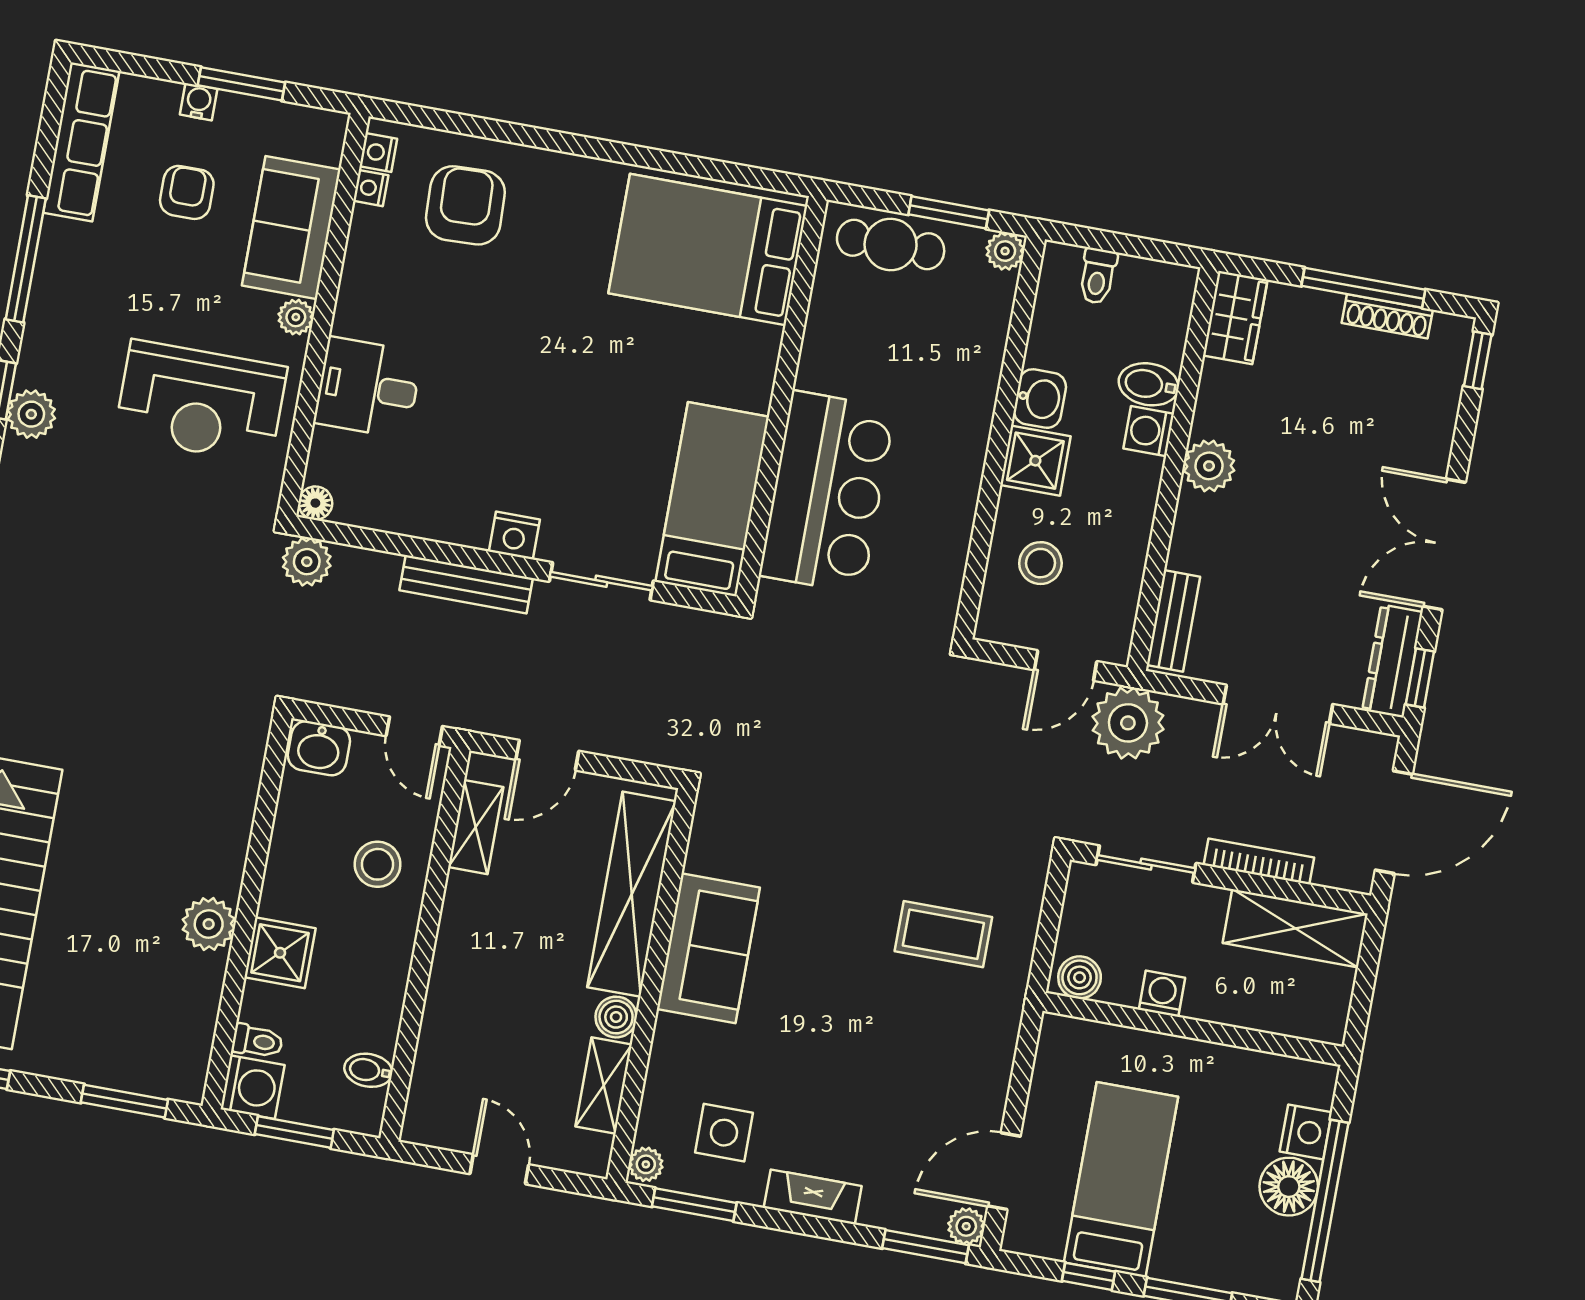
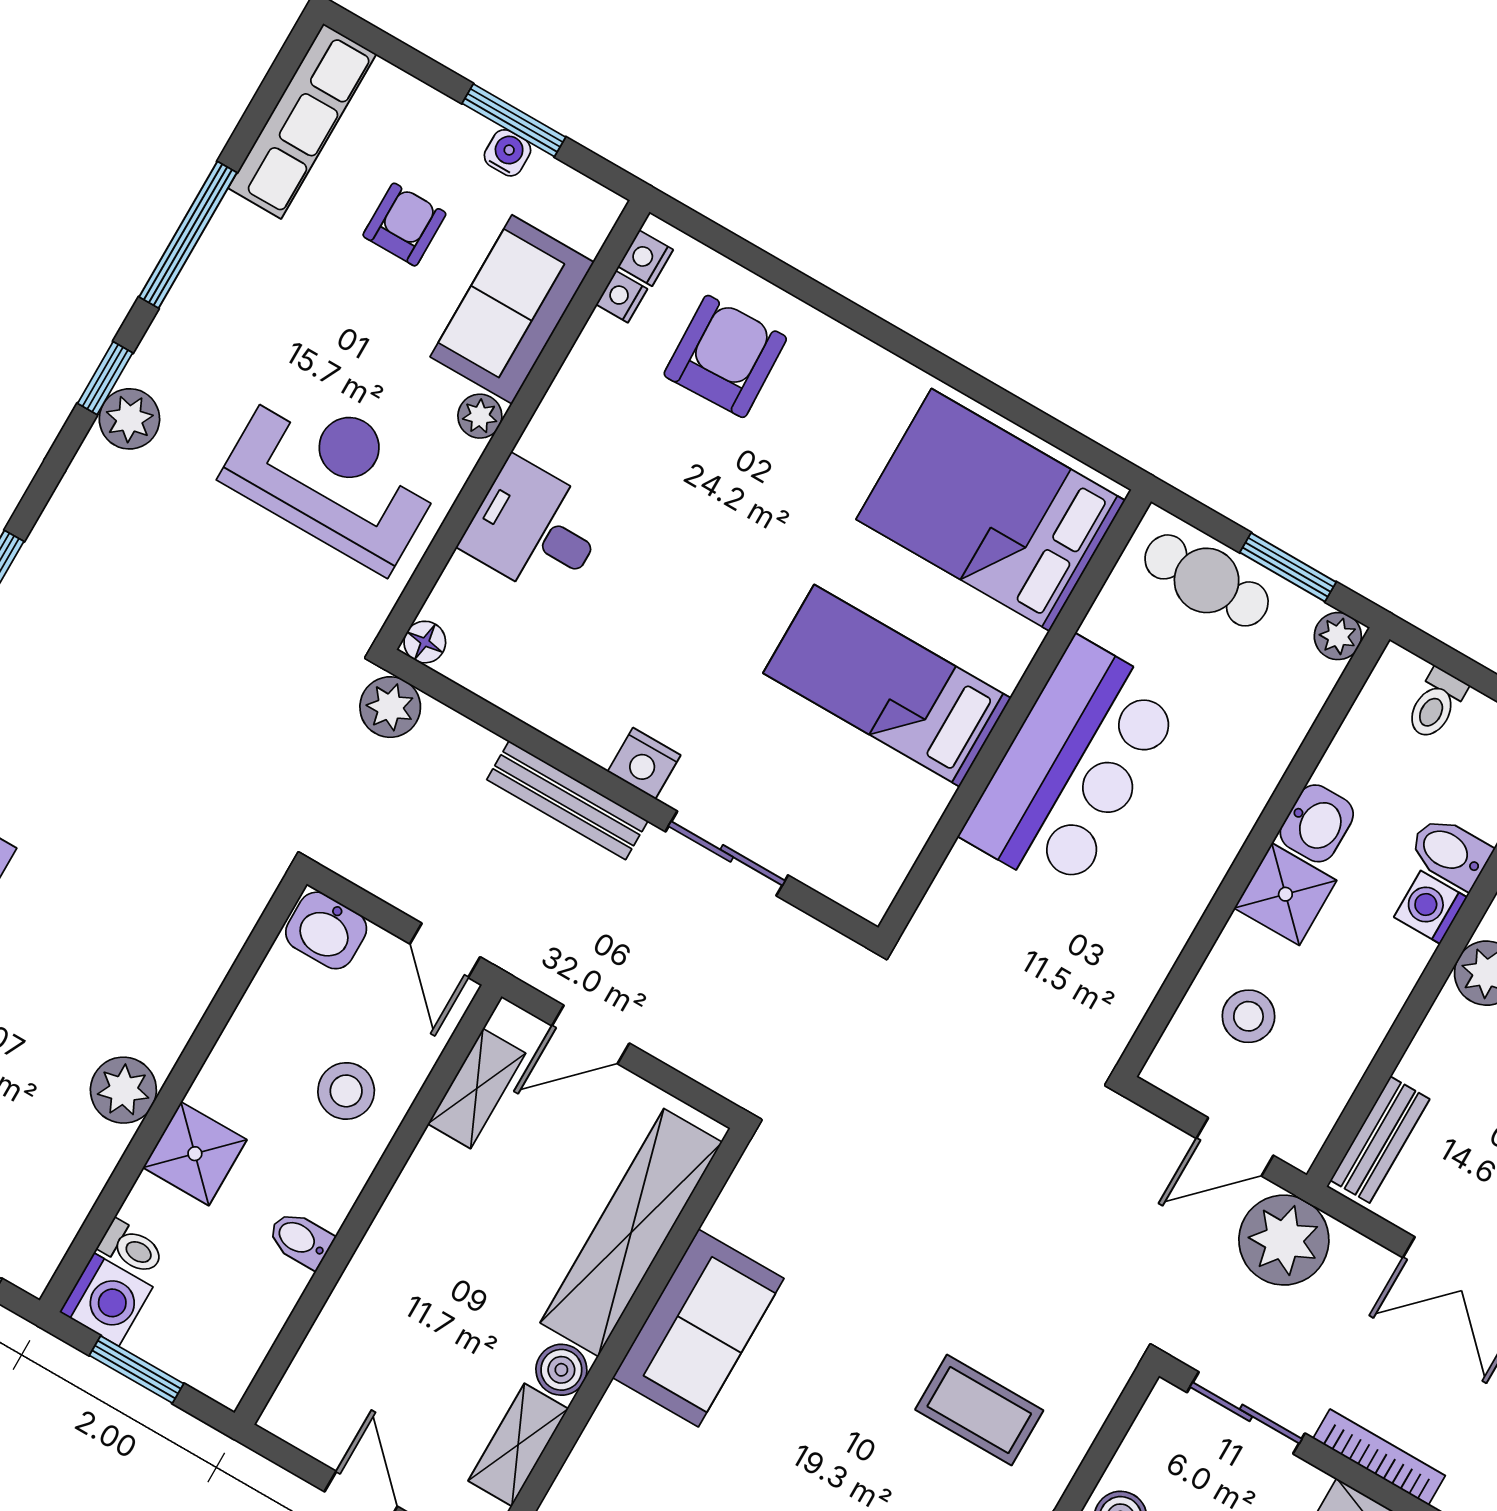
water cooler: (199, 102) -> (507, 153), moved
reception desk: (201, 402) -> (333, 476), turned 180
bar counter: (827, 492) -> (1073, 767), moved
bed: (712, 499) -> (887, 686), moved, turned -90
bidet: (368, 1070) -> (300, 1239), moved

